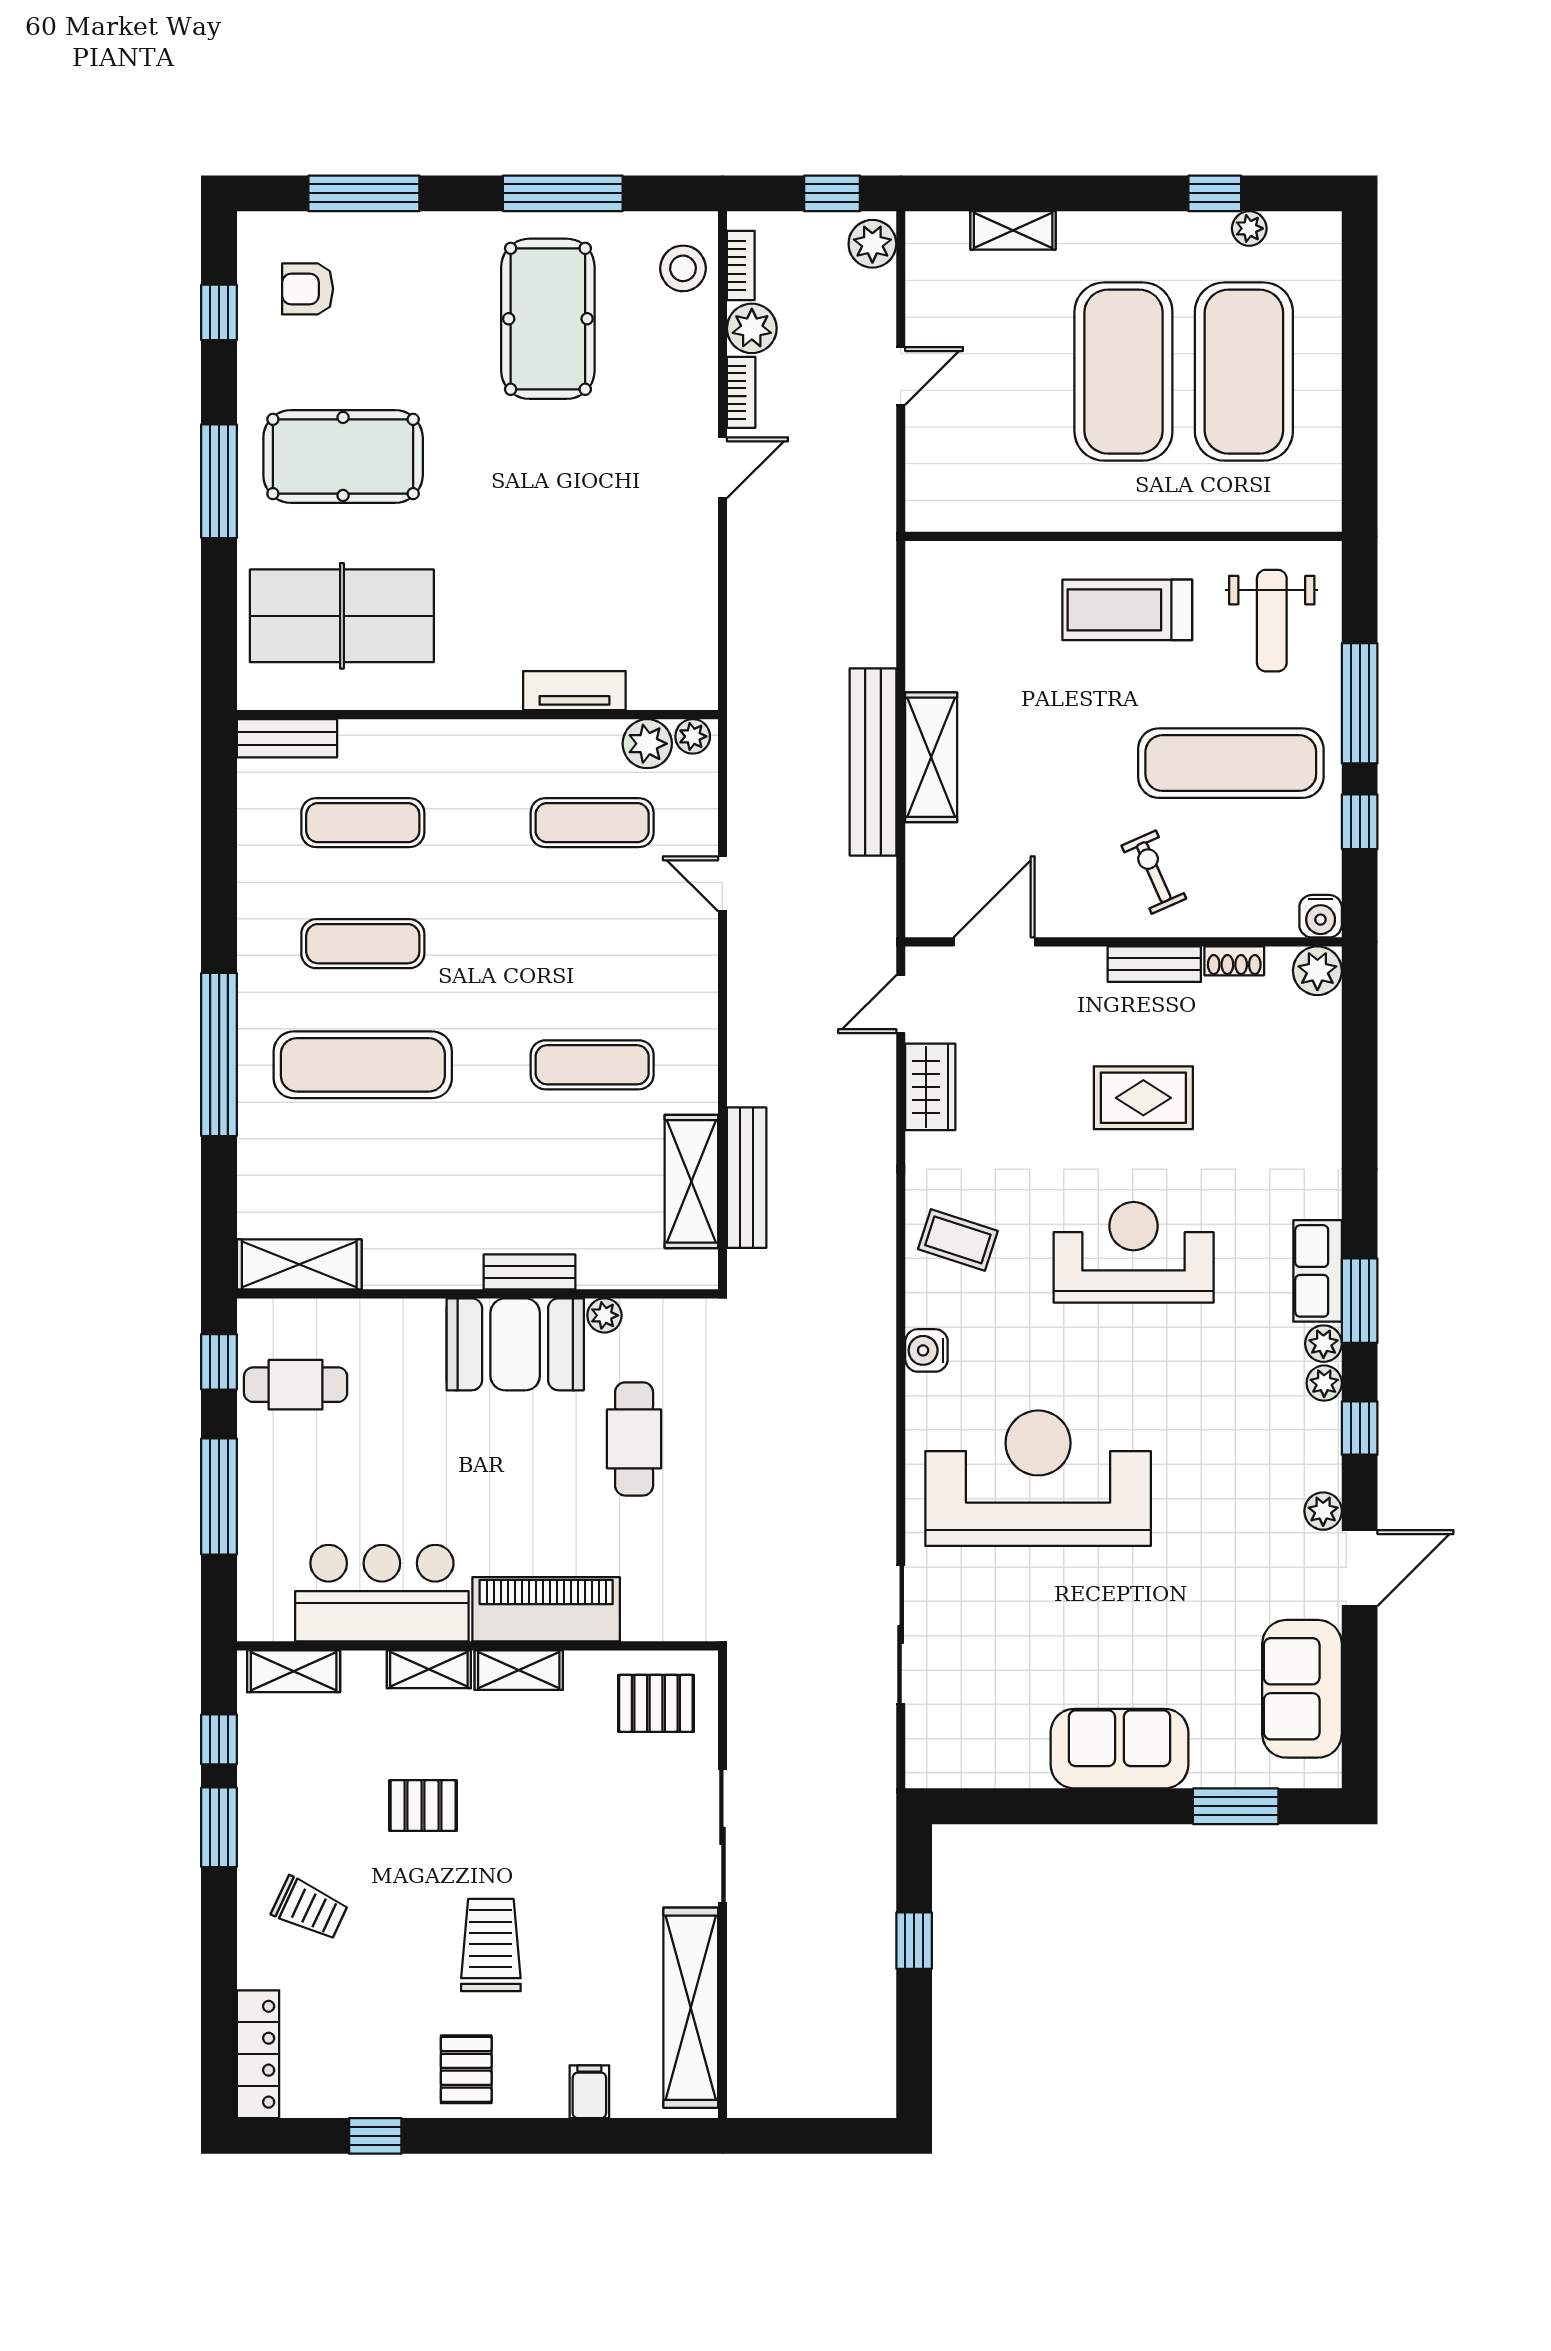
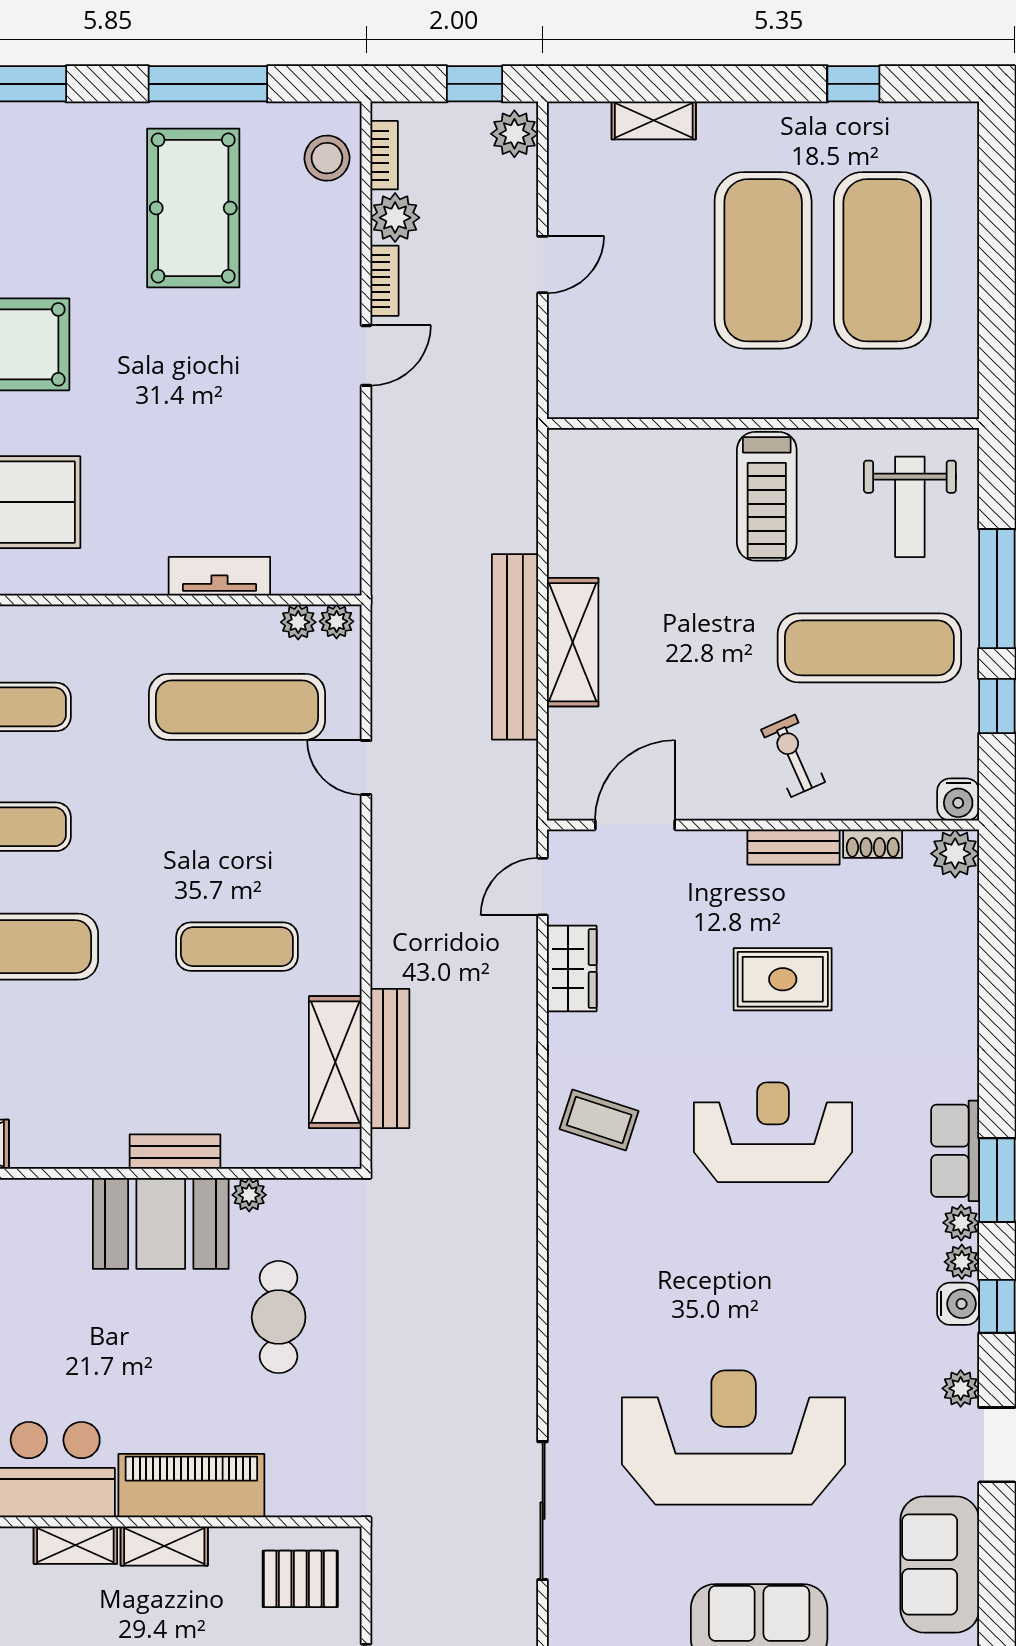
plant: (1249, 228) -> (888, 119), removed
treadmill: (1127, 610) -> (767, 496), turned -90
plant: (647, 744) -> (298, 622), width x0.73, depth x0.73
exercise mat: (592, 823) -> (237, 707), width x1.36, depth x1.45
water cooler: (926, 1350) -> (958, 1304), moved, turned 180
reception desk: (1038, 1478) -> (734, 1438), moved

